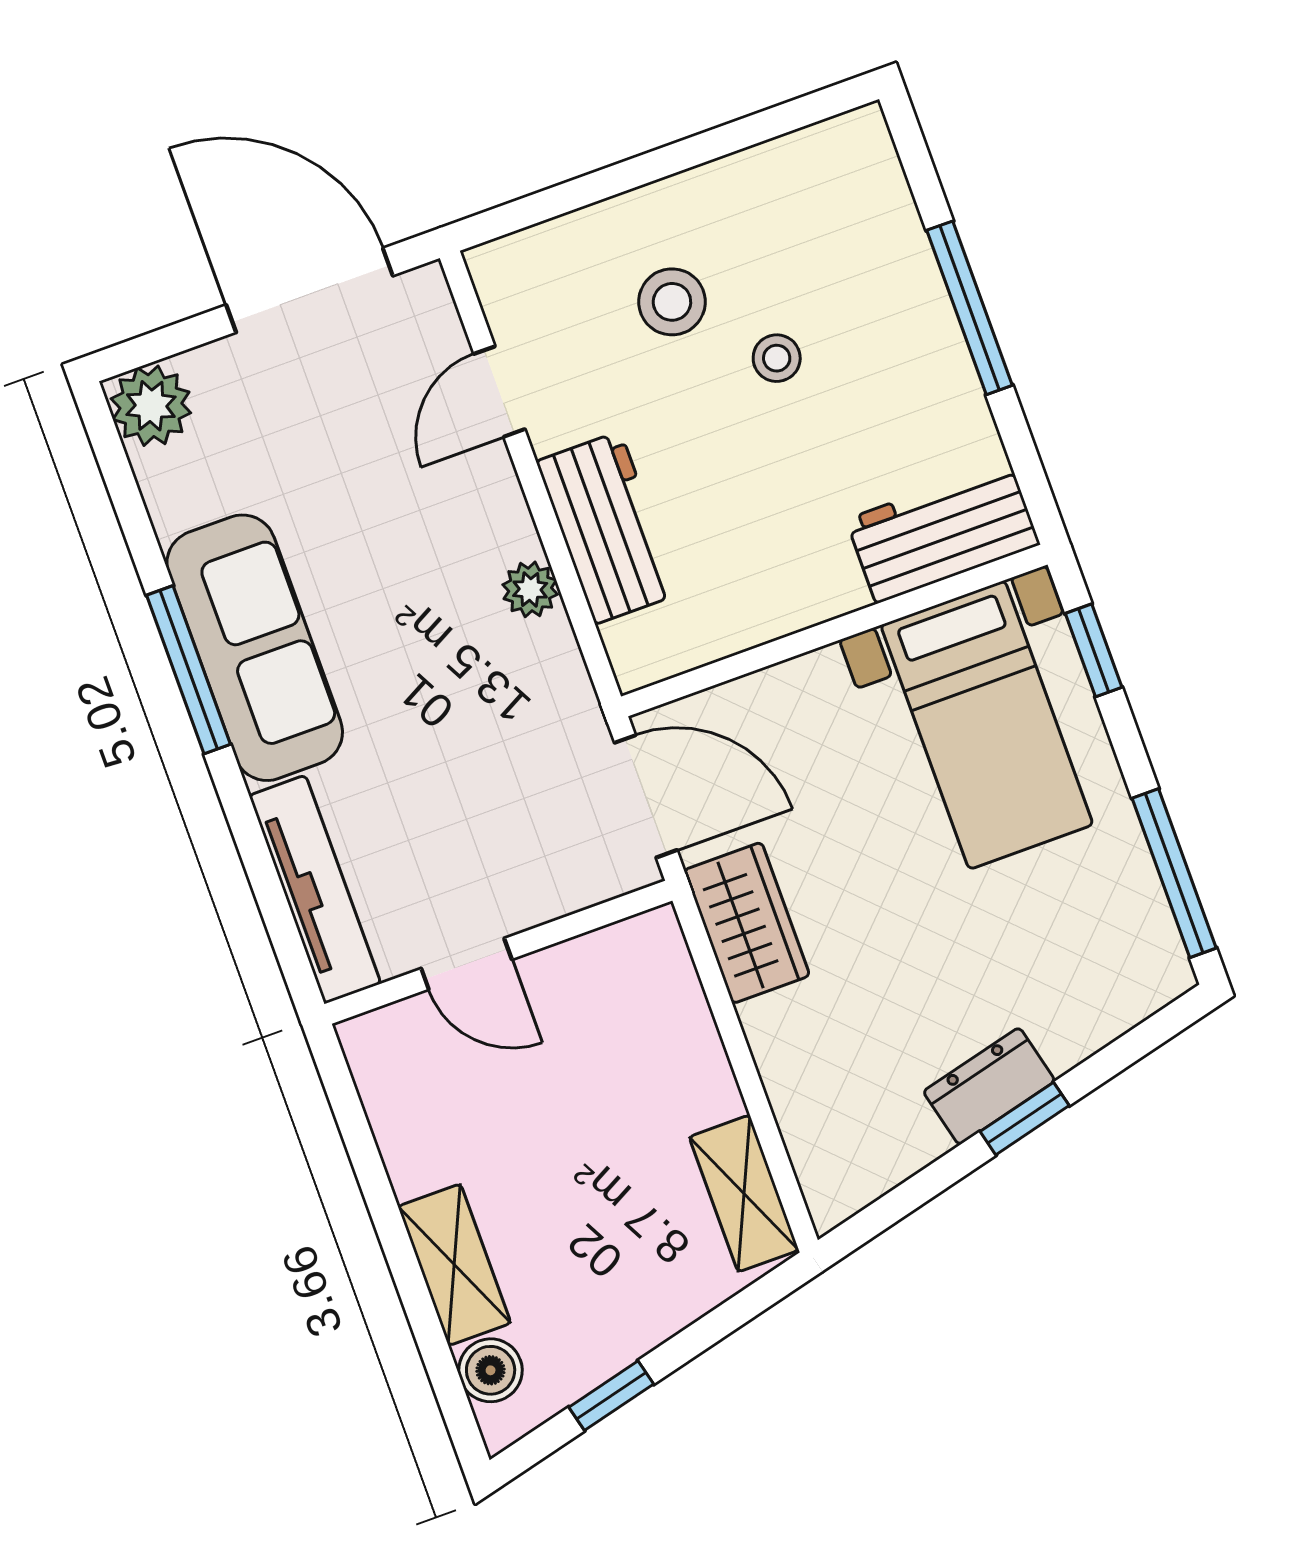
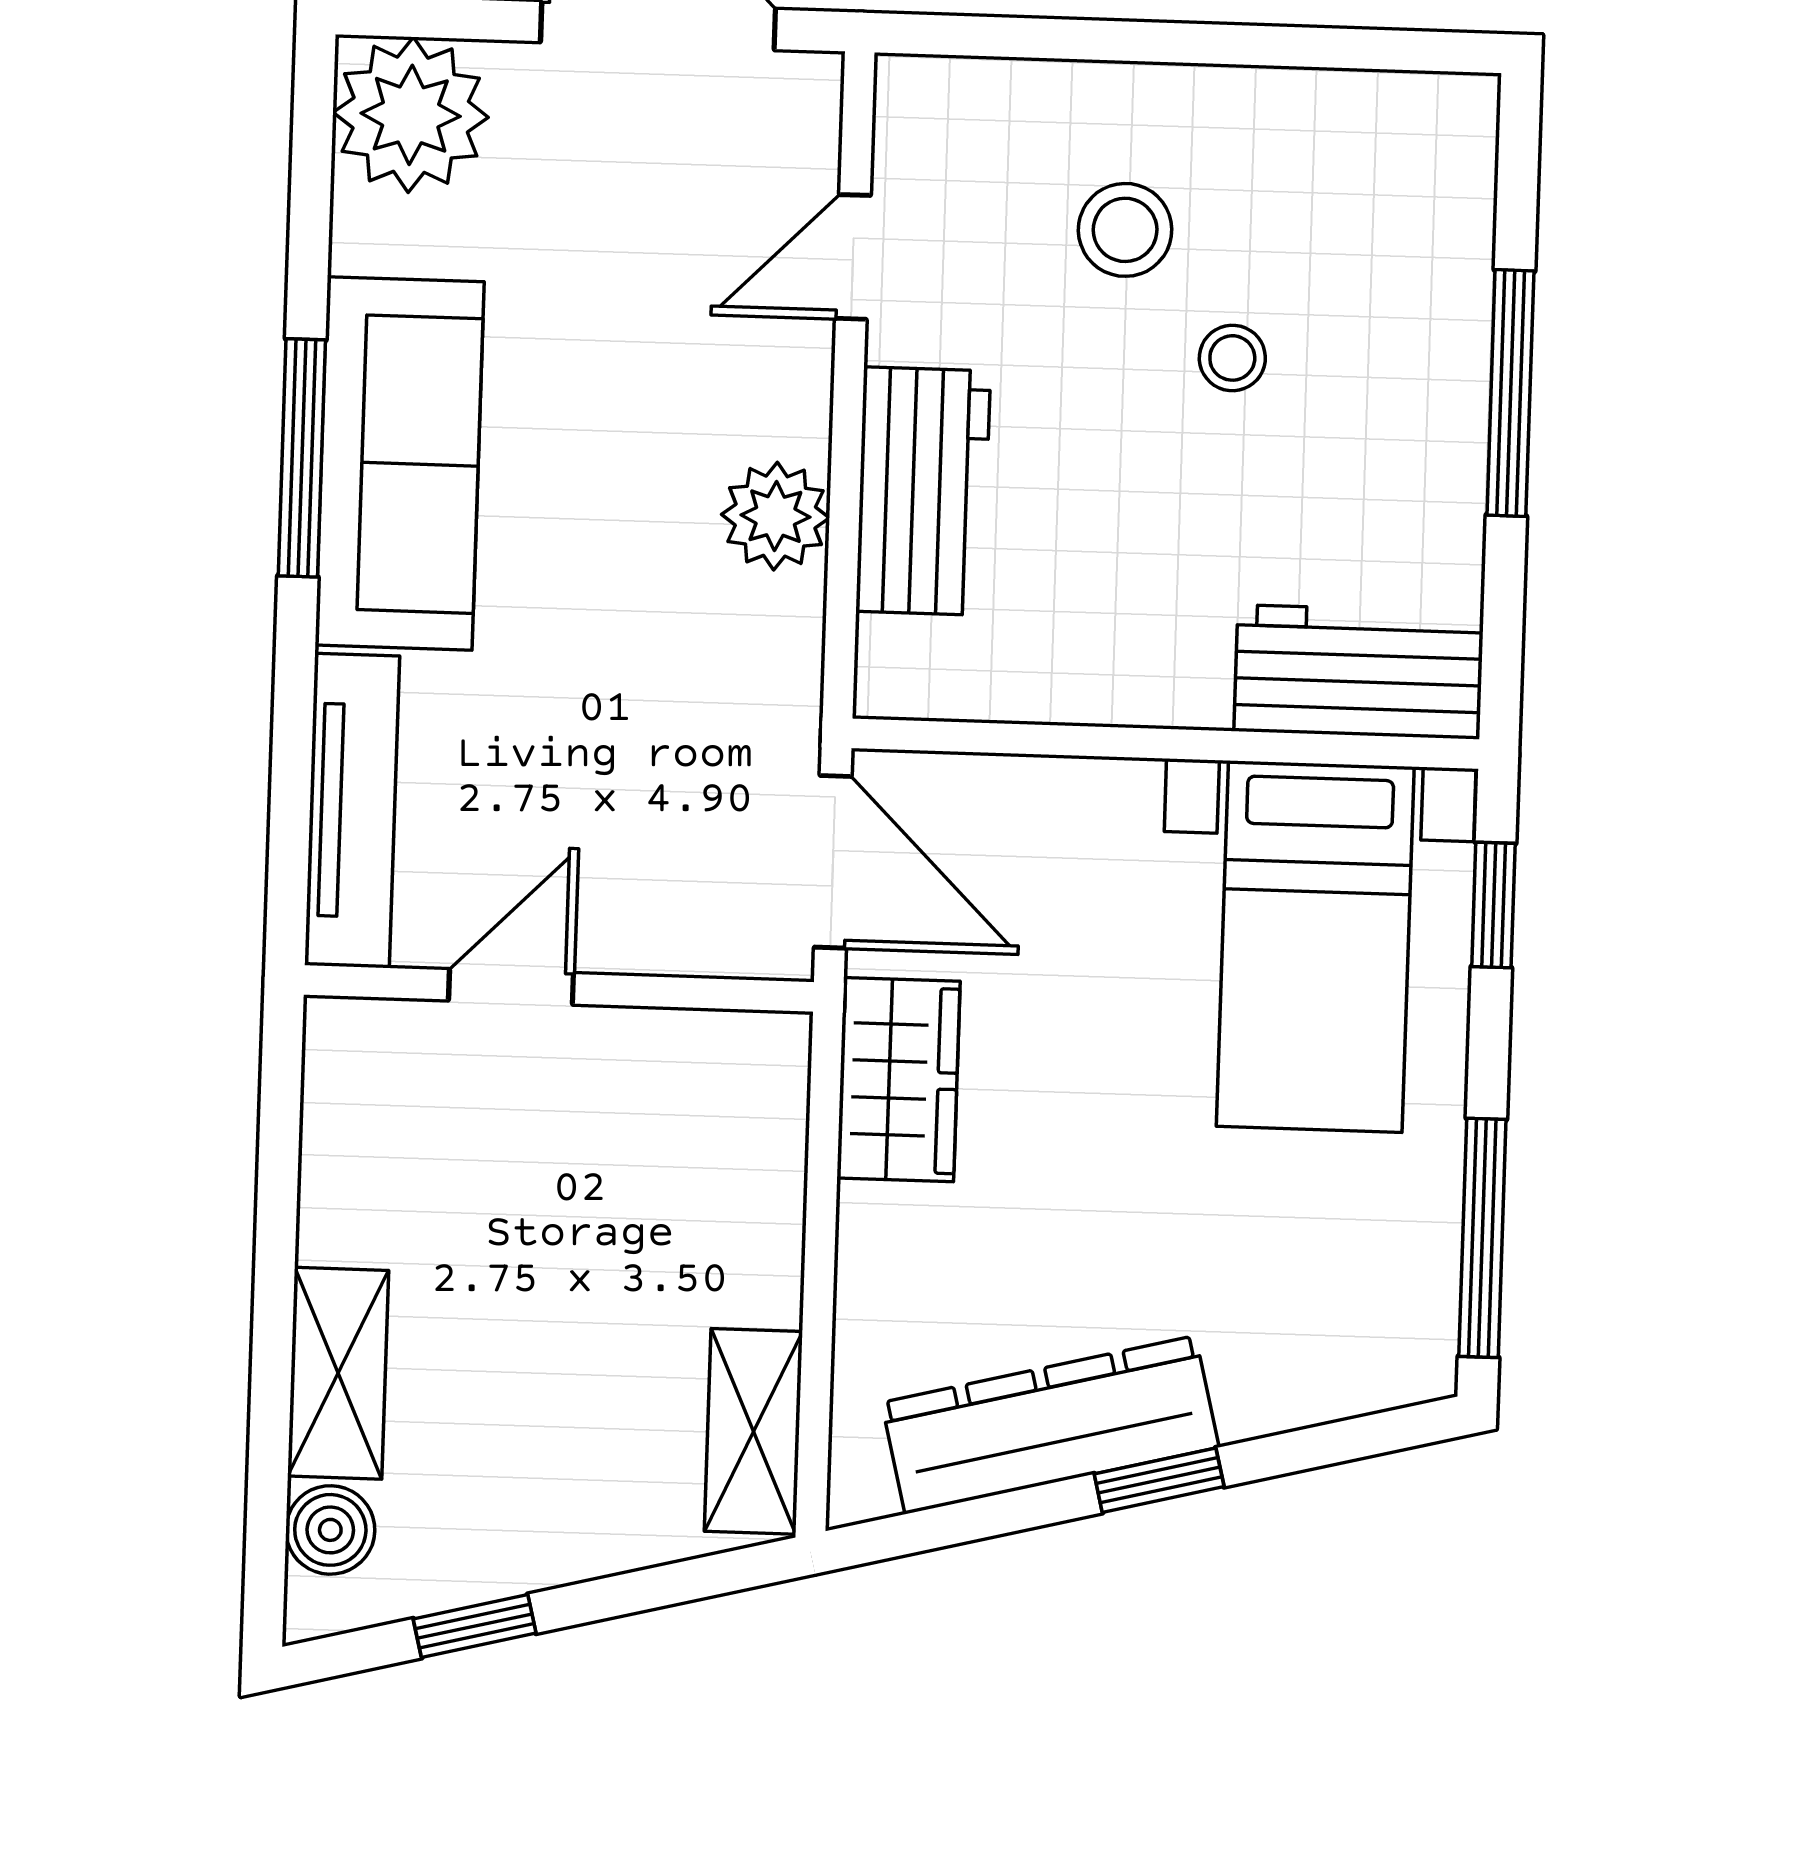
plant: (151, 406) -> (411, 115), width x1.36, depth x1.36
plant: (530, 589) -> (775, 516), width x1.38, depth x1.38
door: (466, 964) -> (511, 987), swing flipped
dresser: (989, 1086) -> (1050, 1425), width x1.96, depth x1.24

